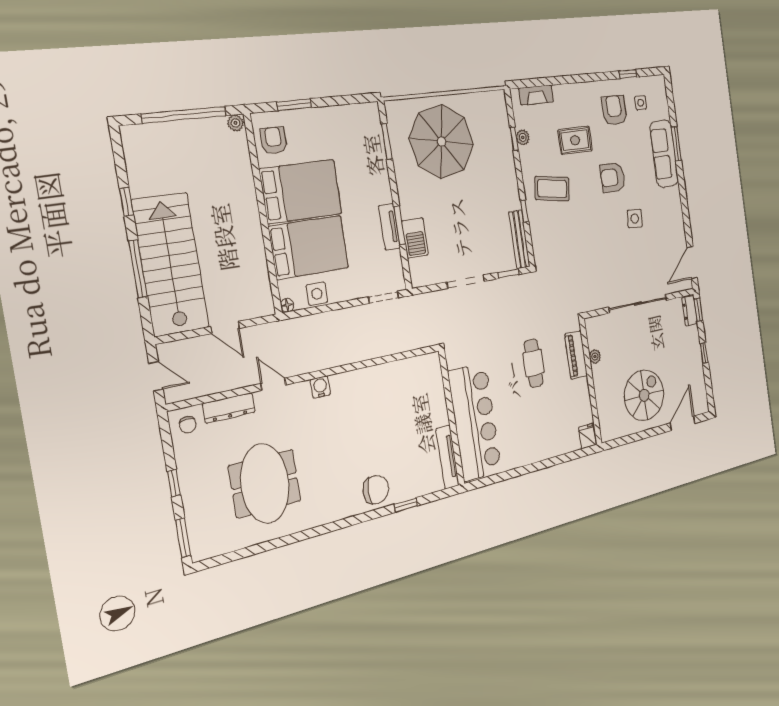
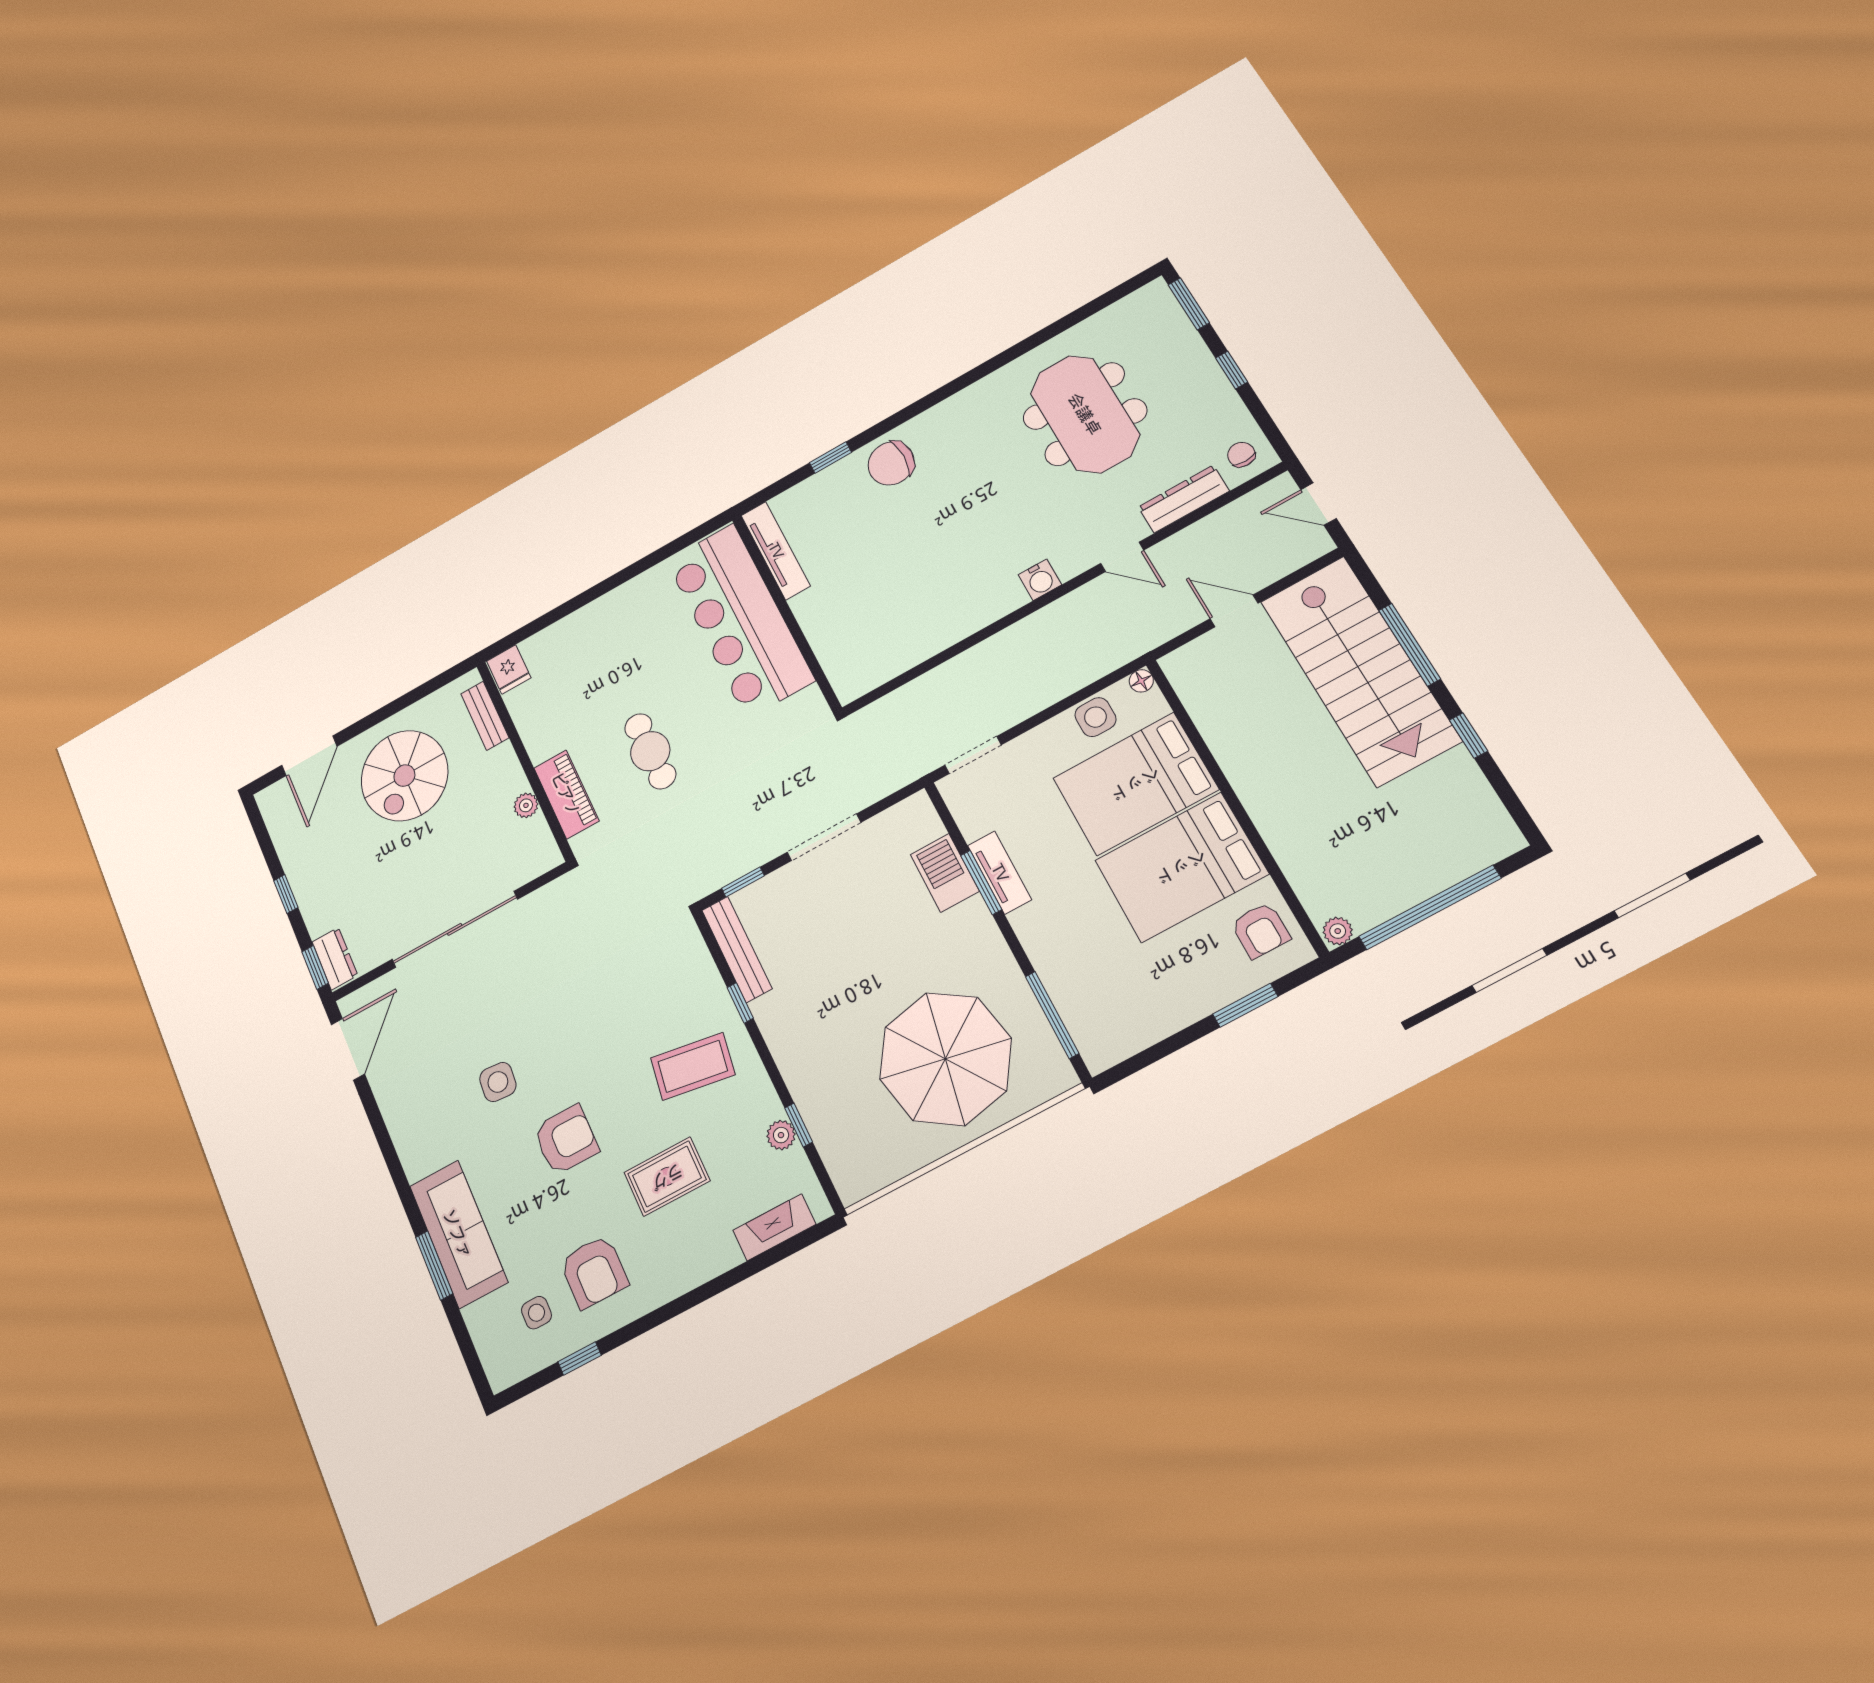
window: (387, 141) -> (1052, 1015), width x1.44
bench: (603, 414) -> (485, 716), added

